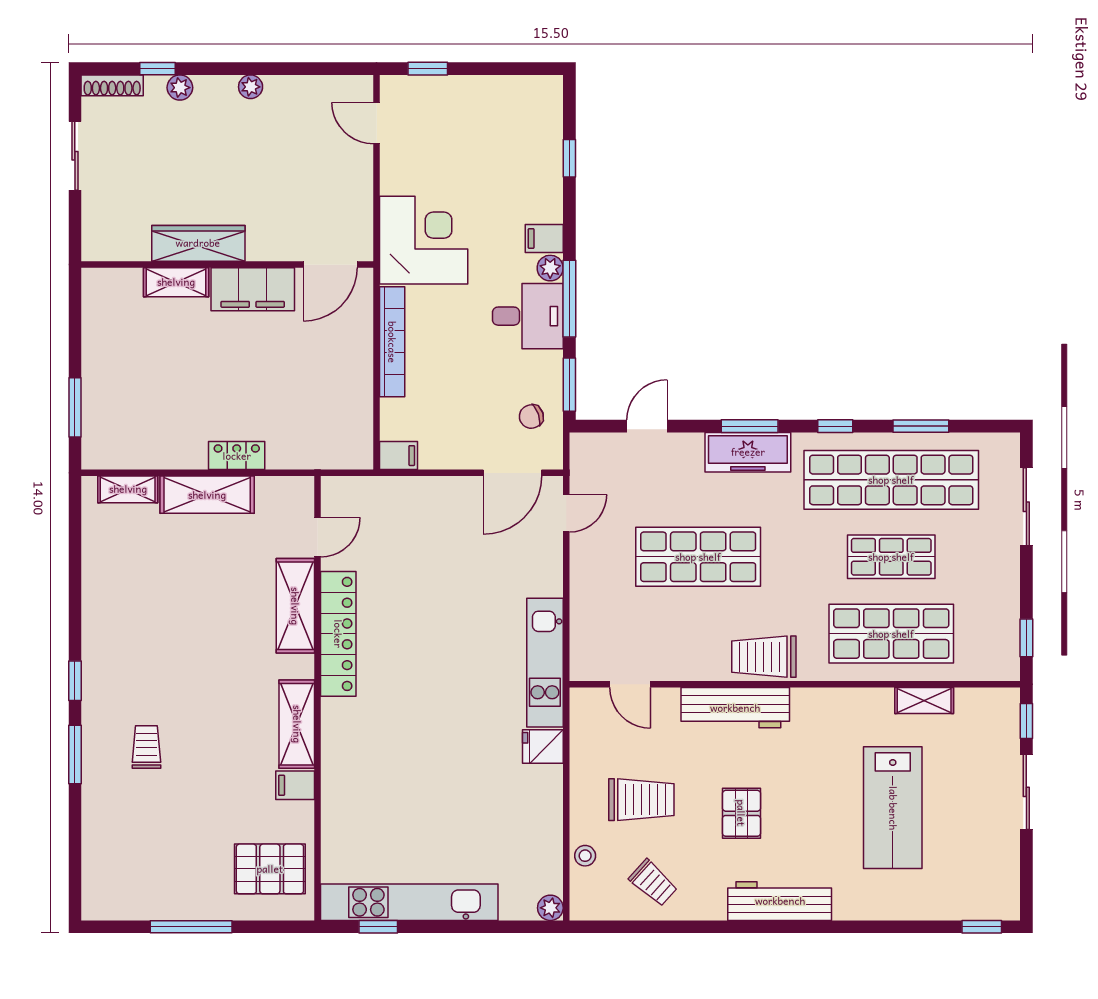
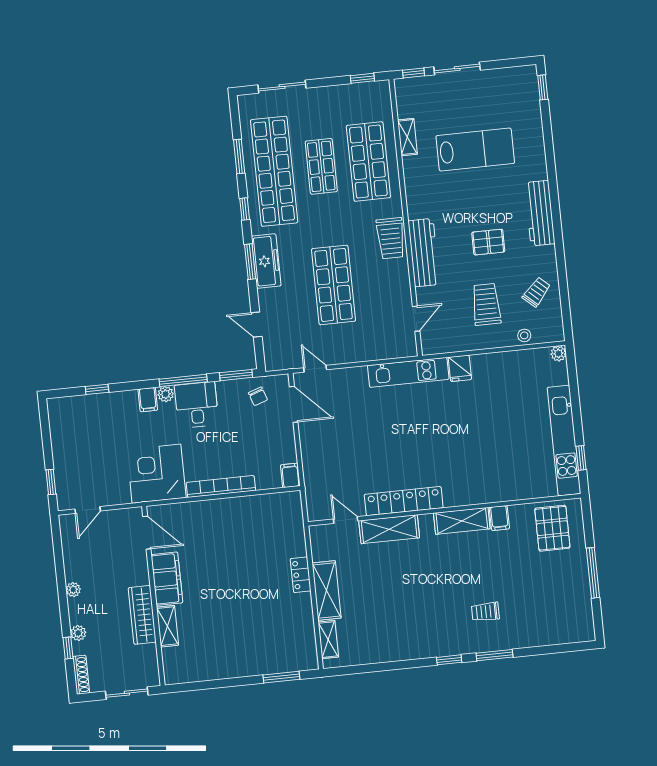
wardrobe: (198, 243) -> (142, 615), moved
wall: (227, 265) -> (153, 596), moved
door: (330, 265) -> (147, 533), moved
shelving: (176, 282) -> (167, 626), moved
filing cabinet: (253, 289) -> (167, 579), moved

